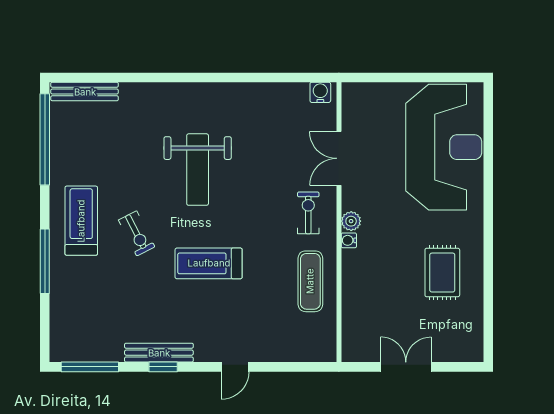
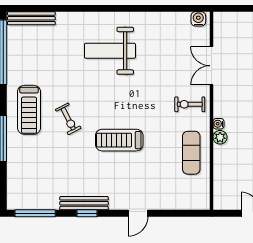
weight bench: (198, 170) -> (110, 51), moved, turned 90
exercise bike: (308, 213) -> (190, 104), turned -90
treadmill: (81, 221) -> (29, 110), turned 180
plant: (351, 221) -> (220, 137), moved

